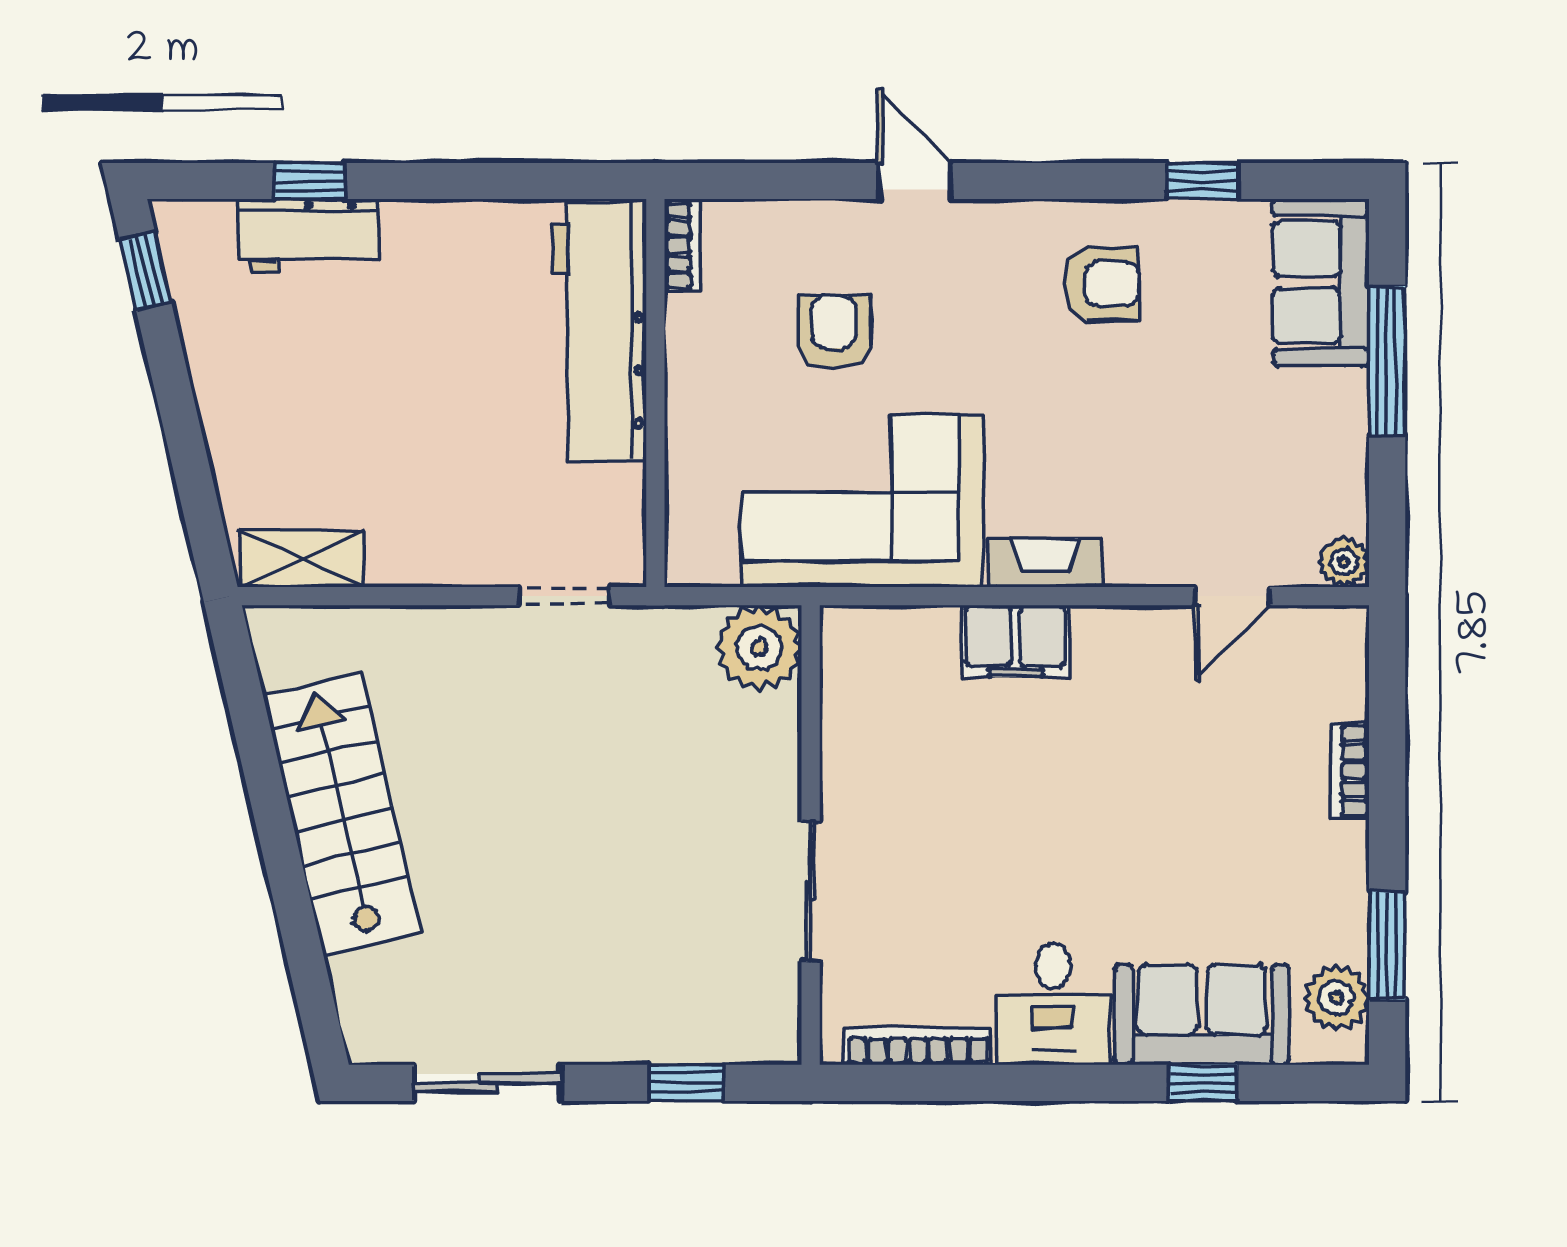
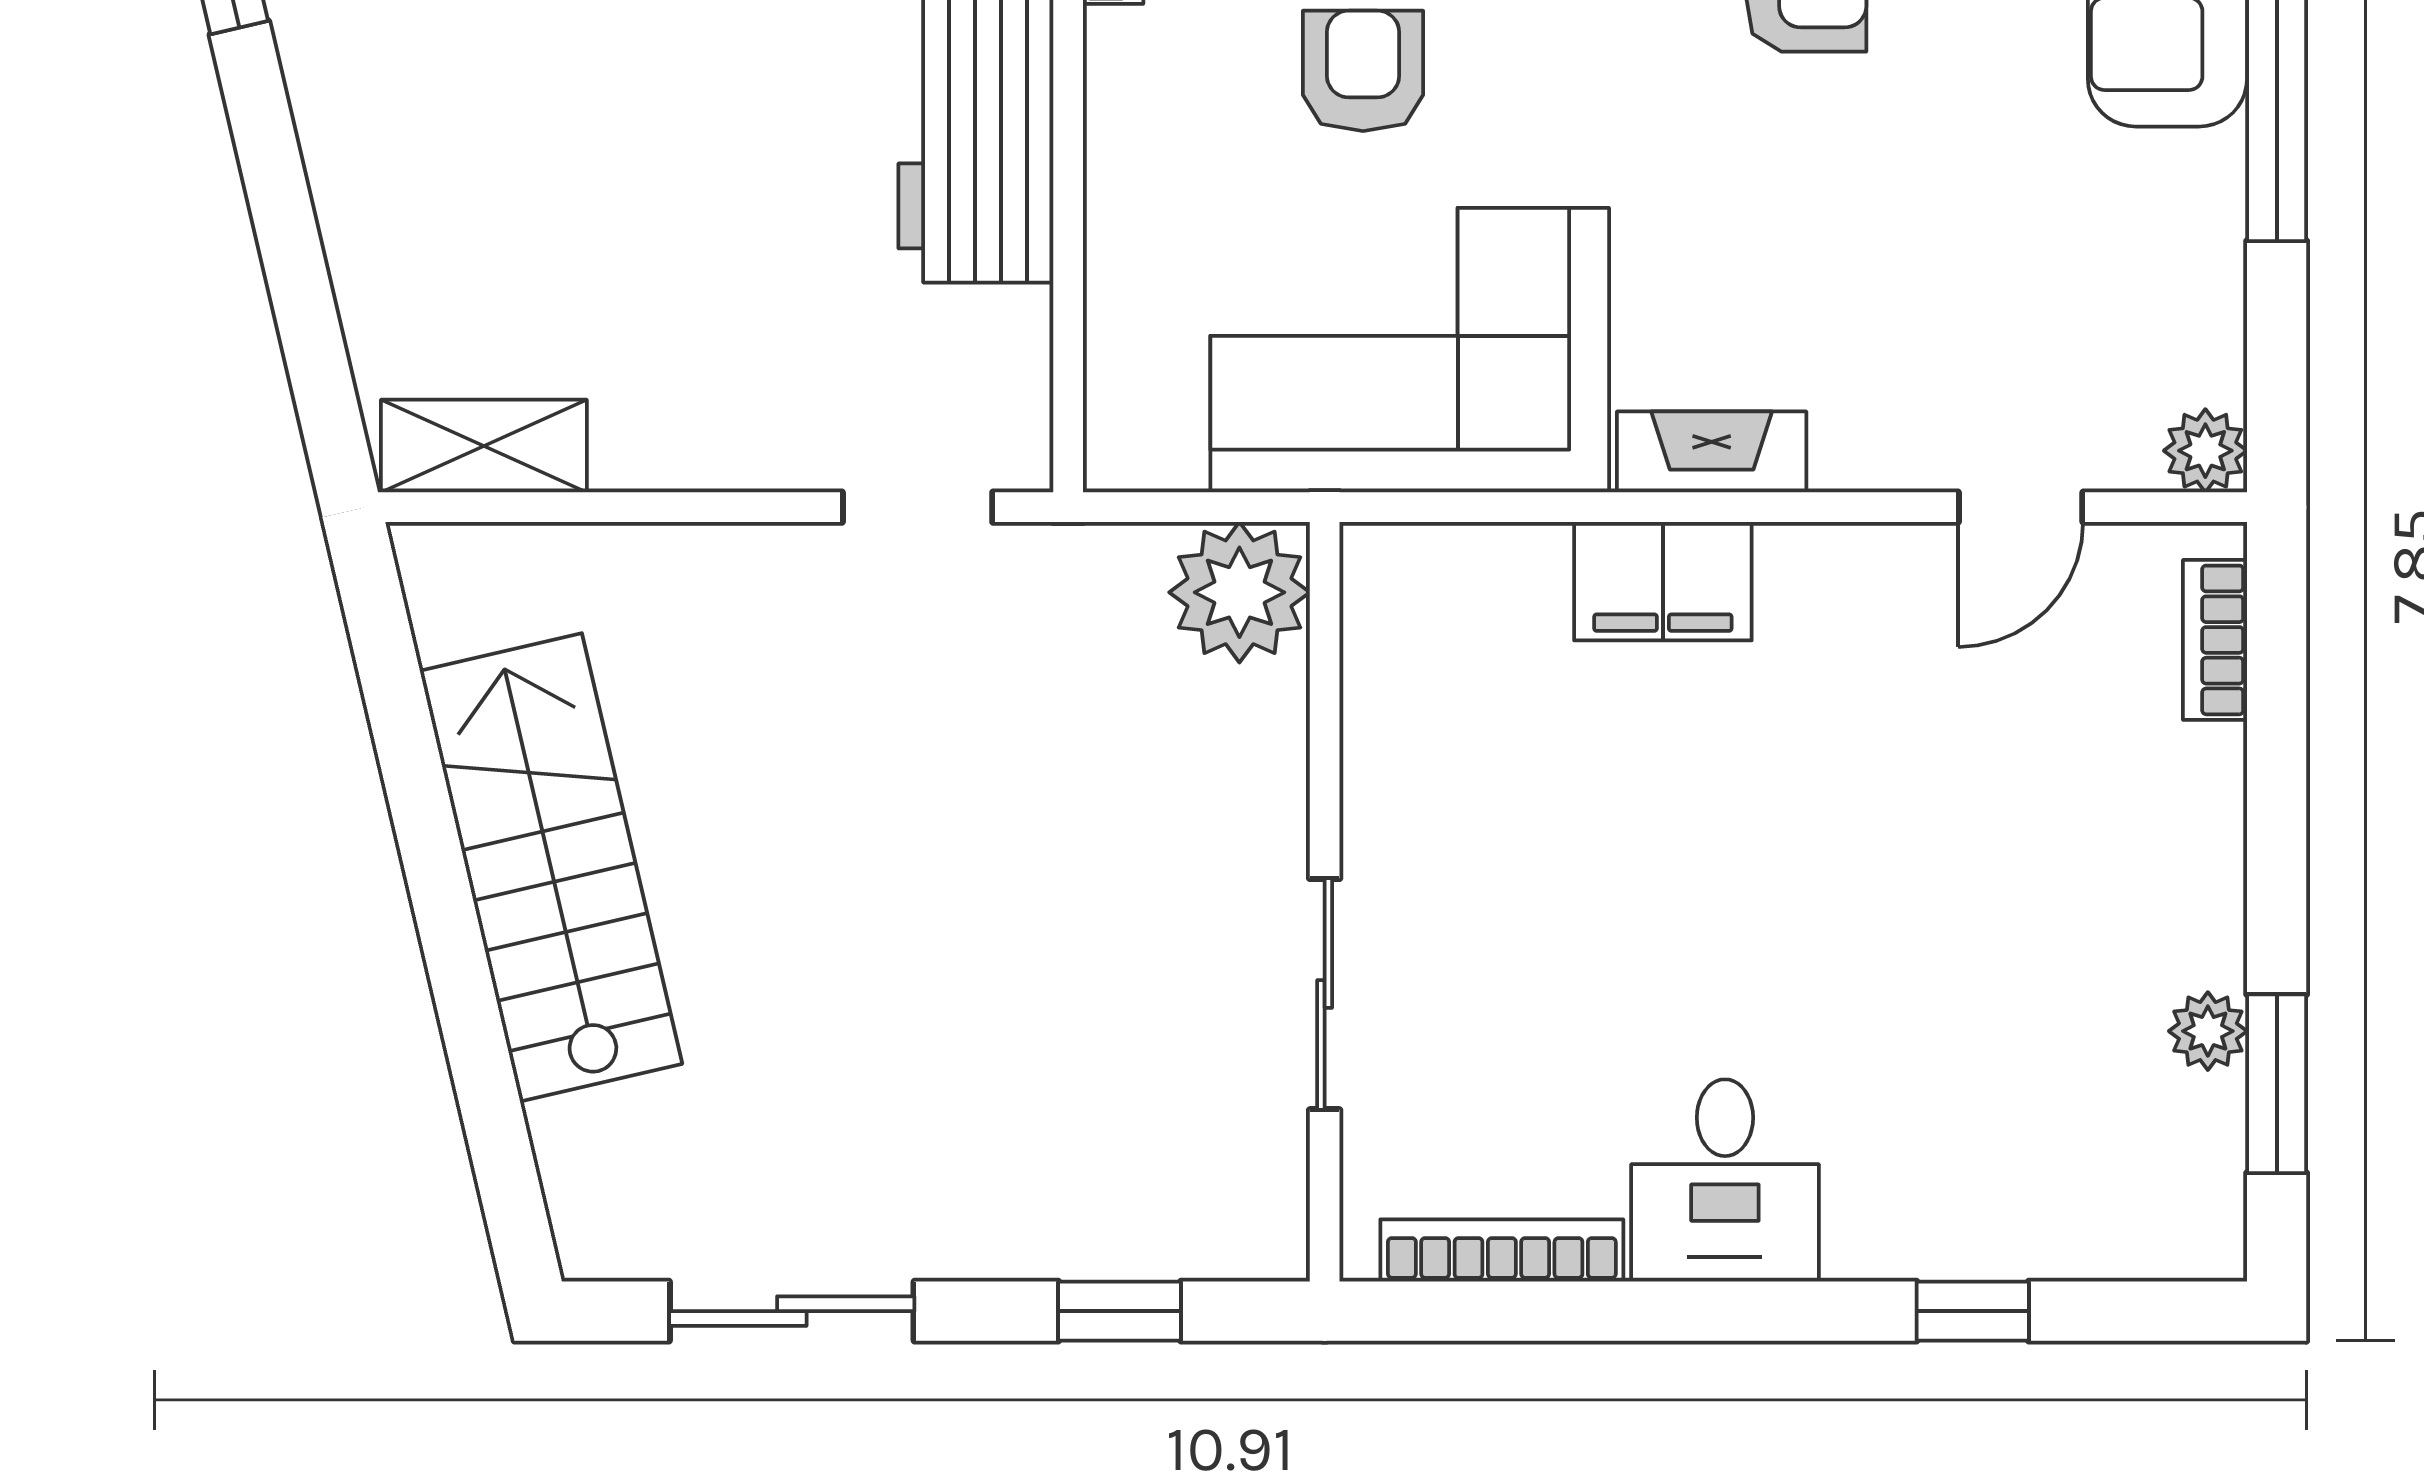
bookcase: (1350, 771) -> (2215, 640), moved
plant: (1337, 998) -> (2208, 1031), moved, width x0.73, depth x0.73
sofa: (1202, 1015) -> (1970, 1198), removed

